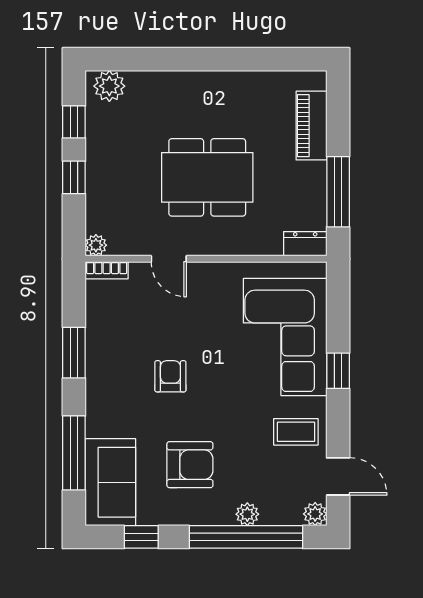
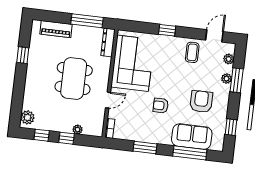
window: (245, 59) -> (23, 55), added
dresser: (305, 244) -> (108, 42), width x1.44
plant: (96, 245) -> (78, 129), moved
corner sofa: (285, 337) -> (133, 63), moved, turned -90
sofa: (110, 482) -> (192, 137), moved
plant: (315, 514) -> (229, 59), moved
window: (246, 537) -> (237, 80), width x0.47

